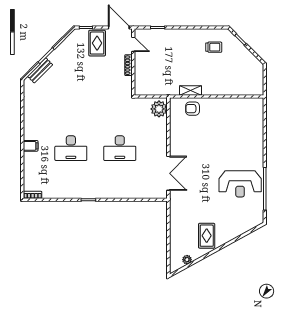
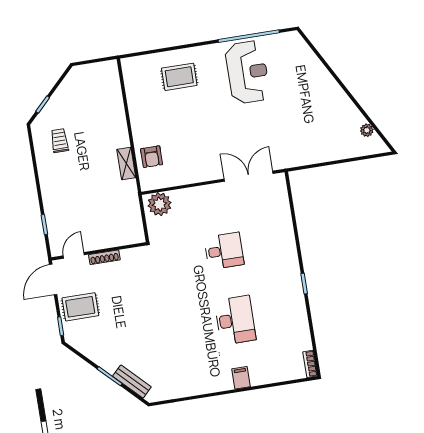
desk: (120, 148) -> (224, 251), width x0.73
rug: (207, 236) -> (179, 77), moved

